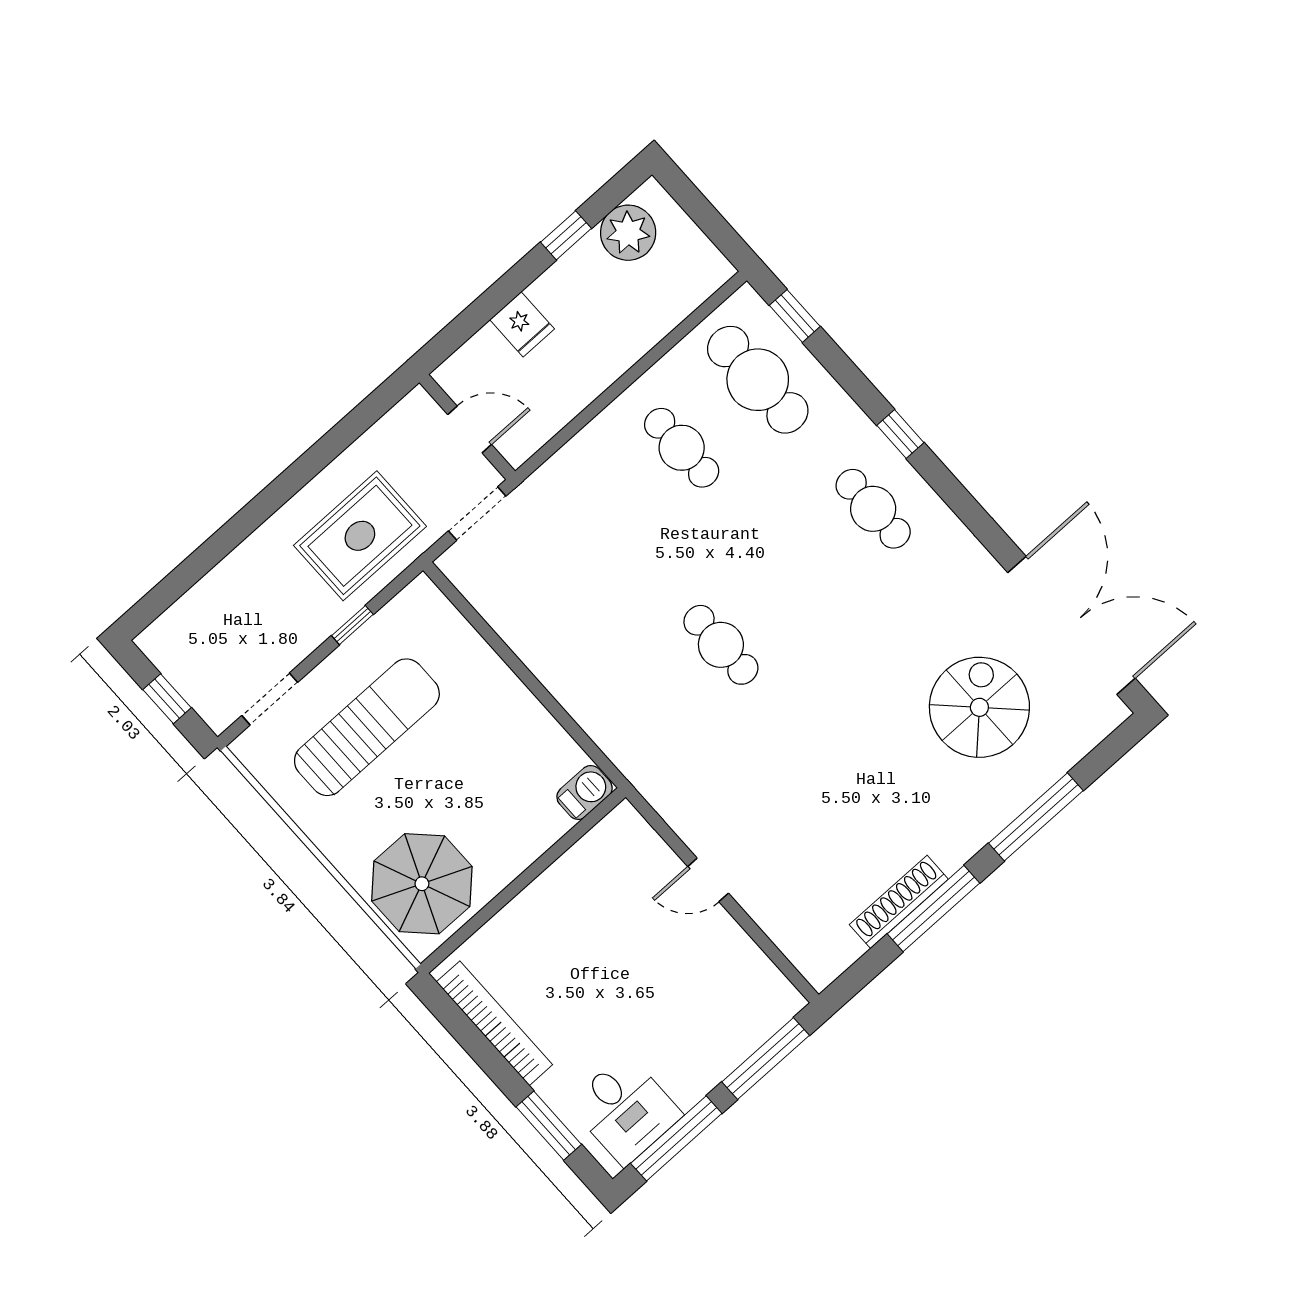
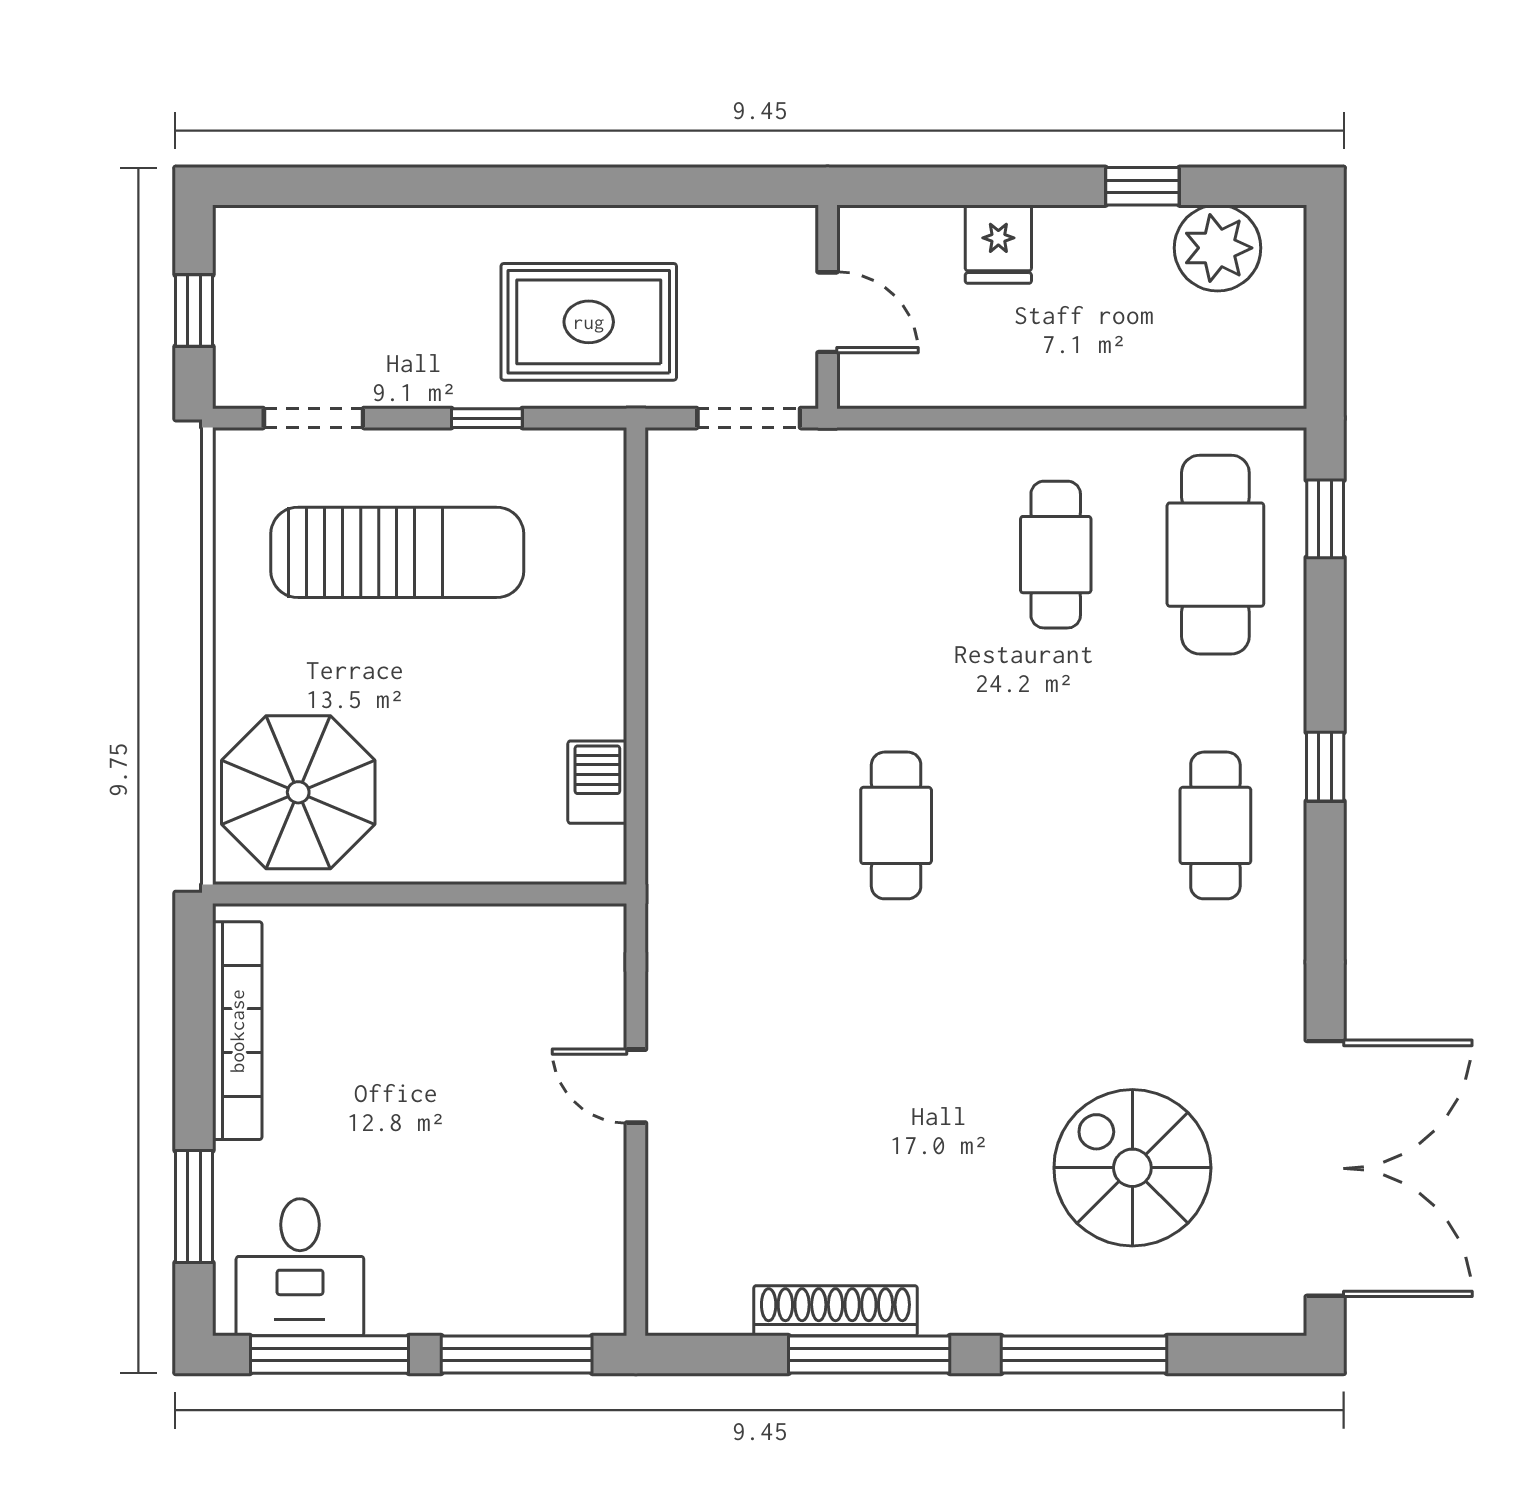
spiral stairs: (979, 707) -> (1132, 1168), turned -90
barbecue: (585, 792) -> (597, 782), moved, turned -90

